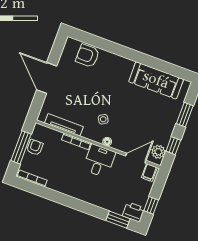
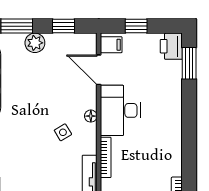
plant: (158, 152) -> (35, 43), moved
desk: (99, 161) -> (120, 110), width x1.37
window: (151, 205) -> (136, 26), moved

